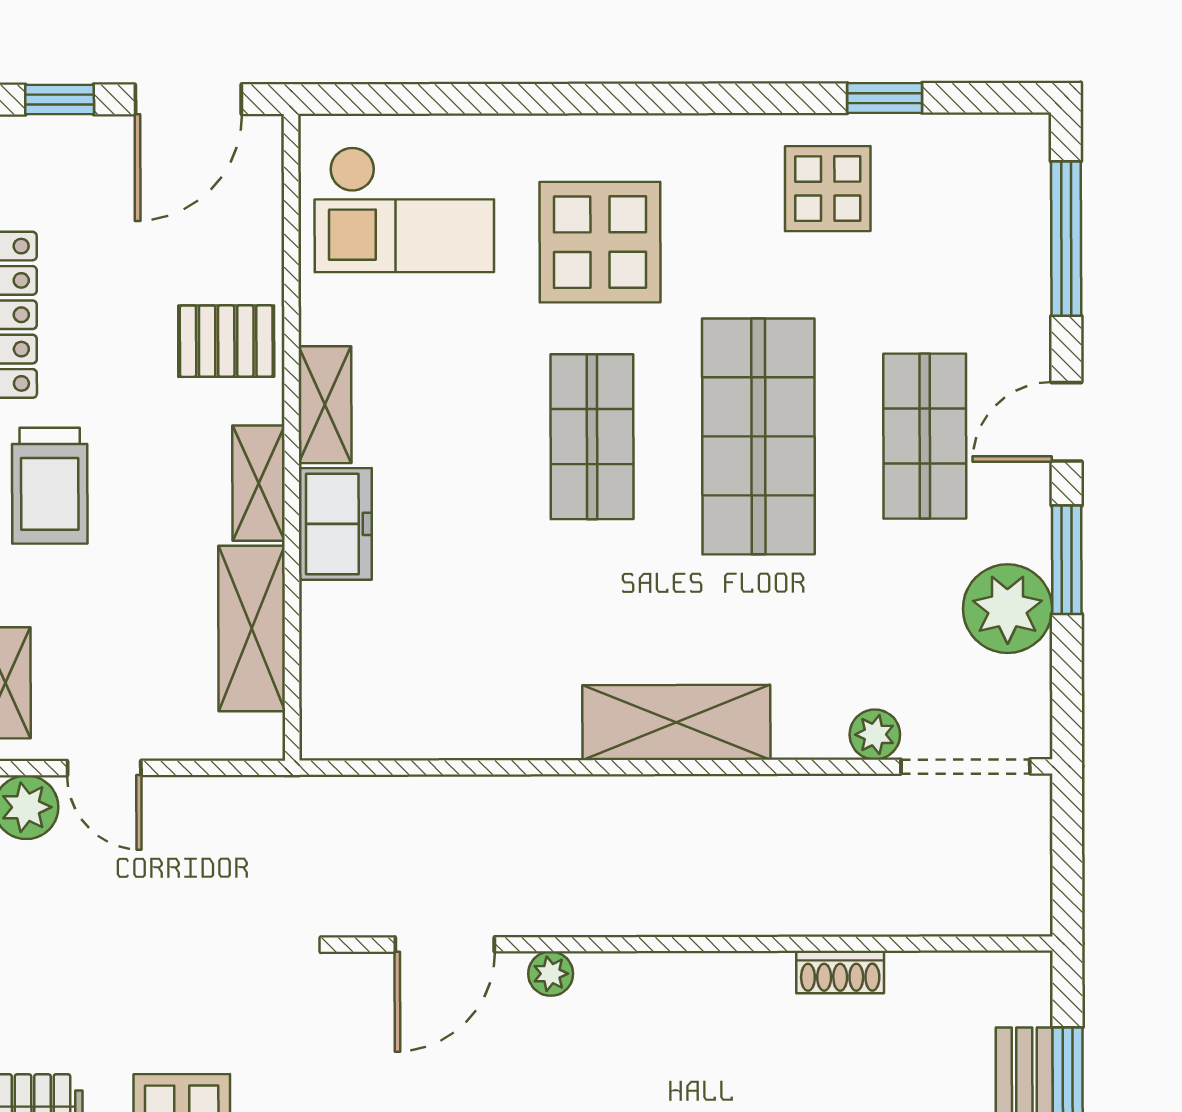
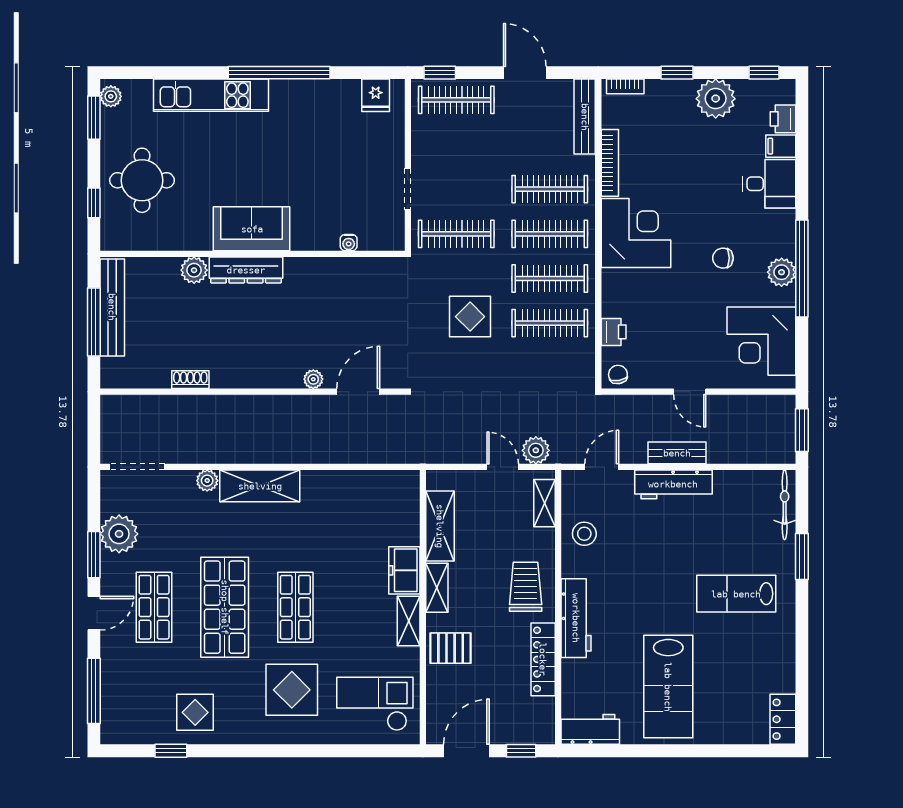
plant: (875, 734) -> (207, 481), moved

